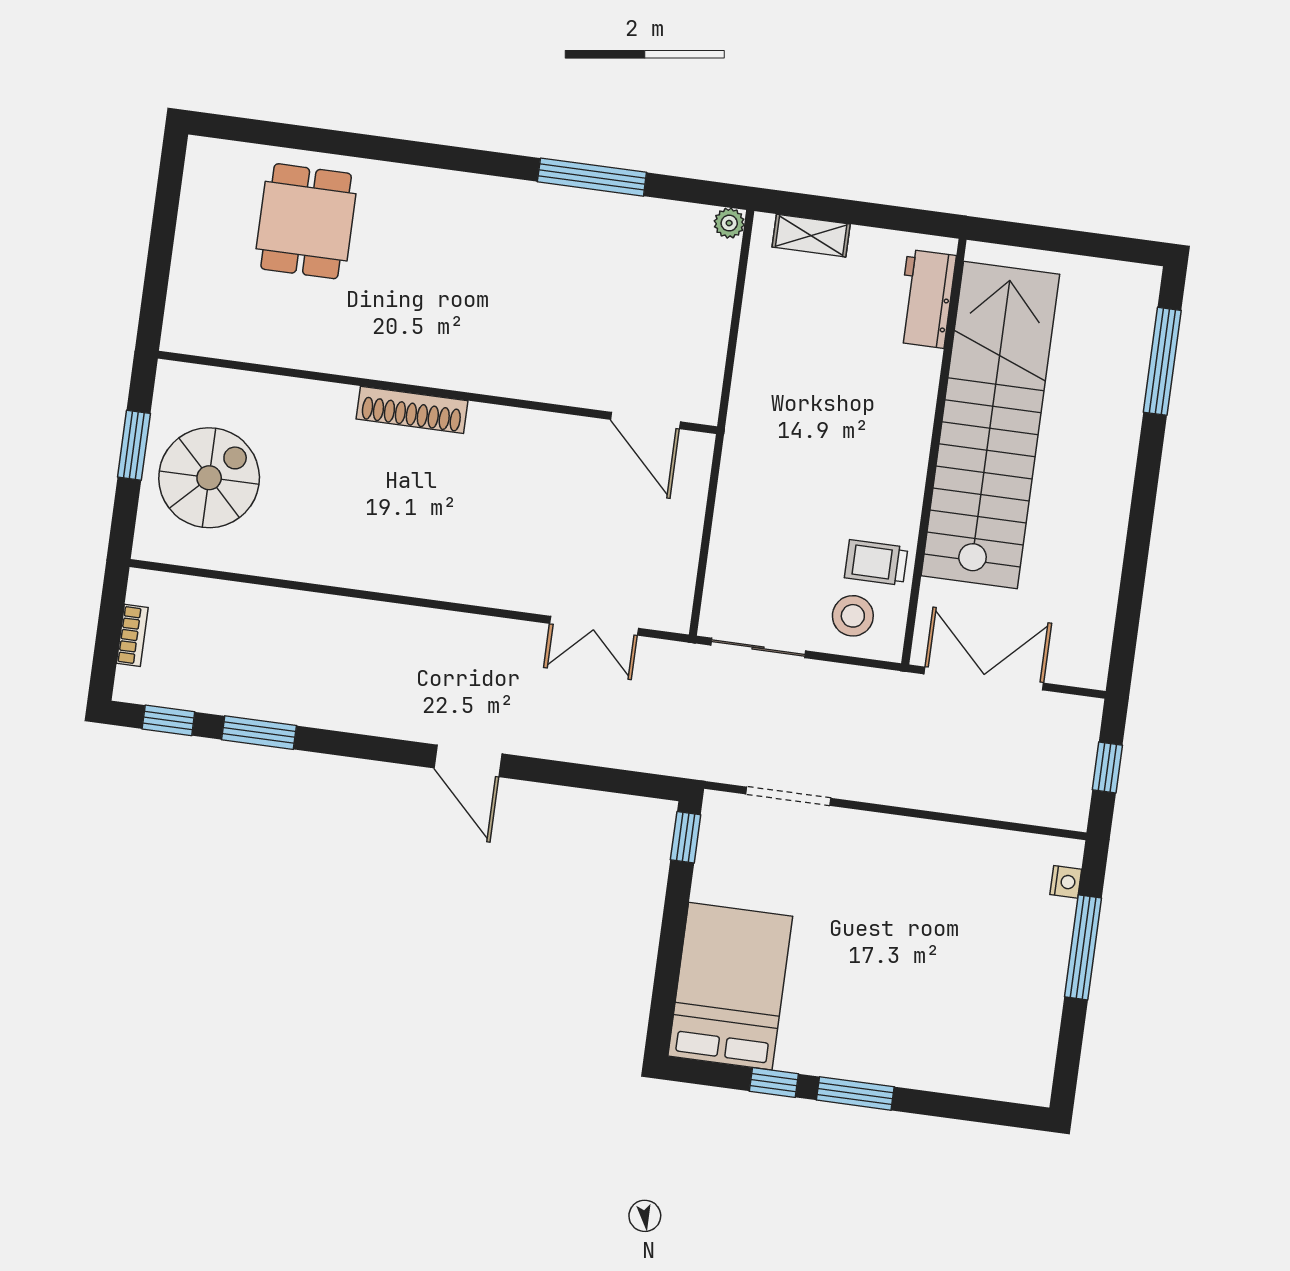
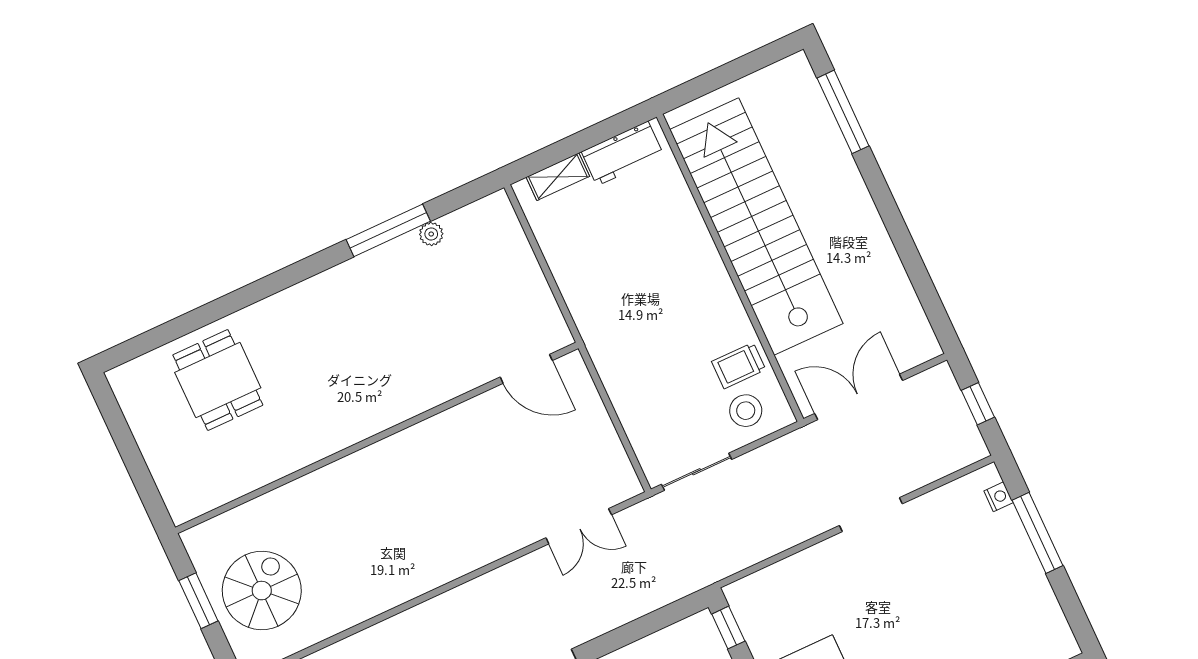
plant: (729, 223) -> (431, 234), moved
workbench: (926, 299) -> (622, 153), moved, turned -90
shoe rack: (412, 410) -> (367, 460), removed
doorway: (788, 796) -> (871, 515), moved

